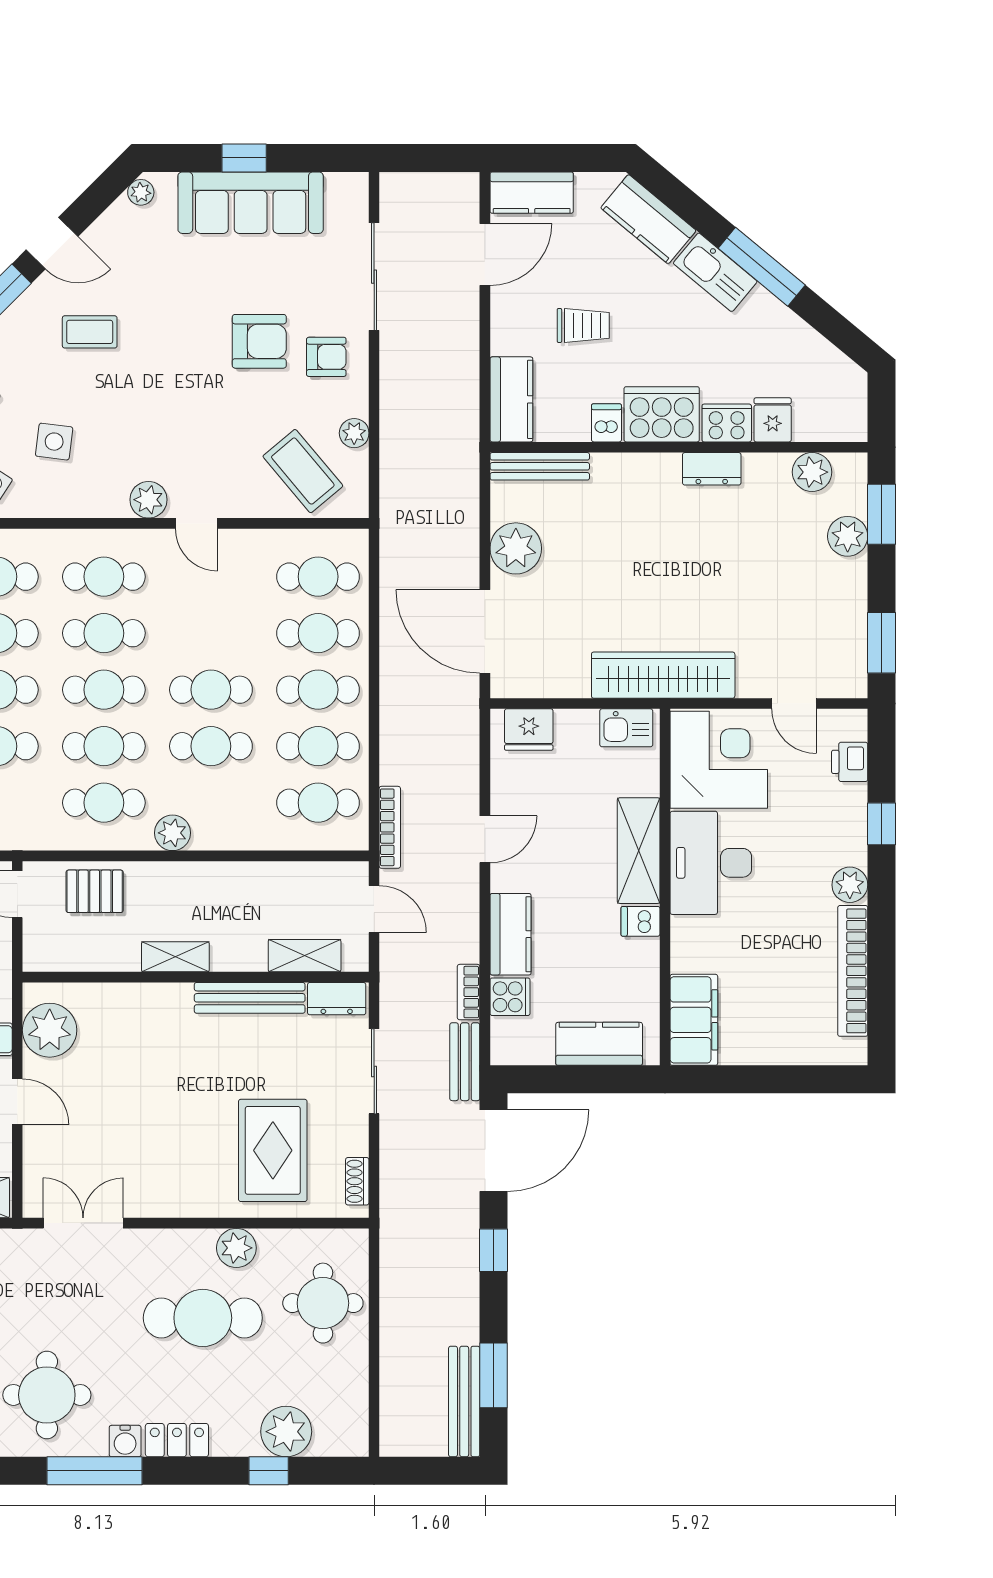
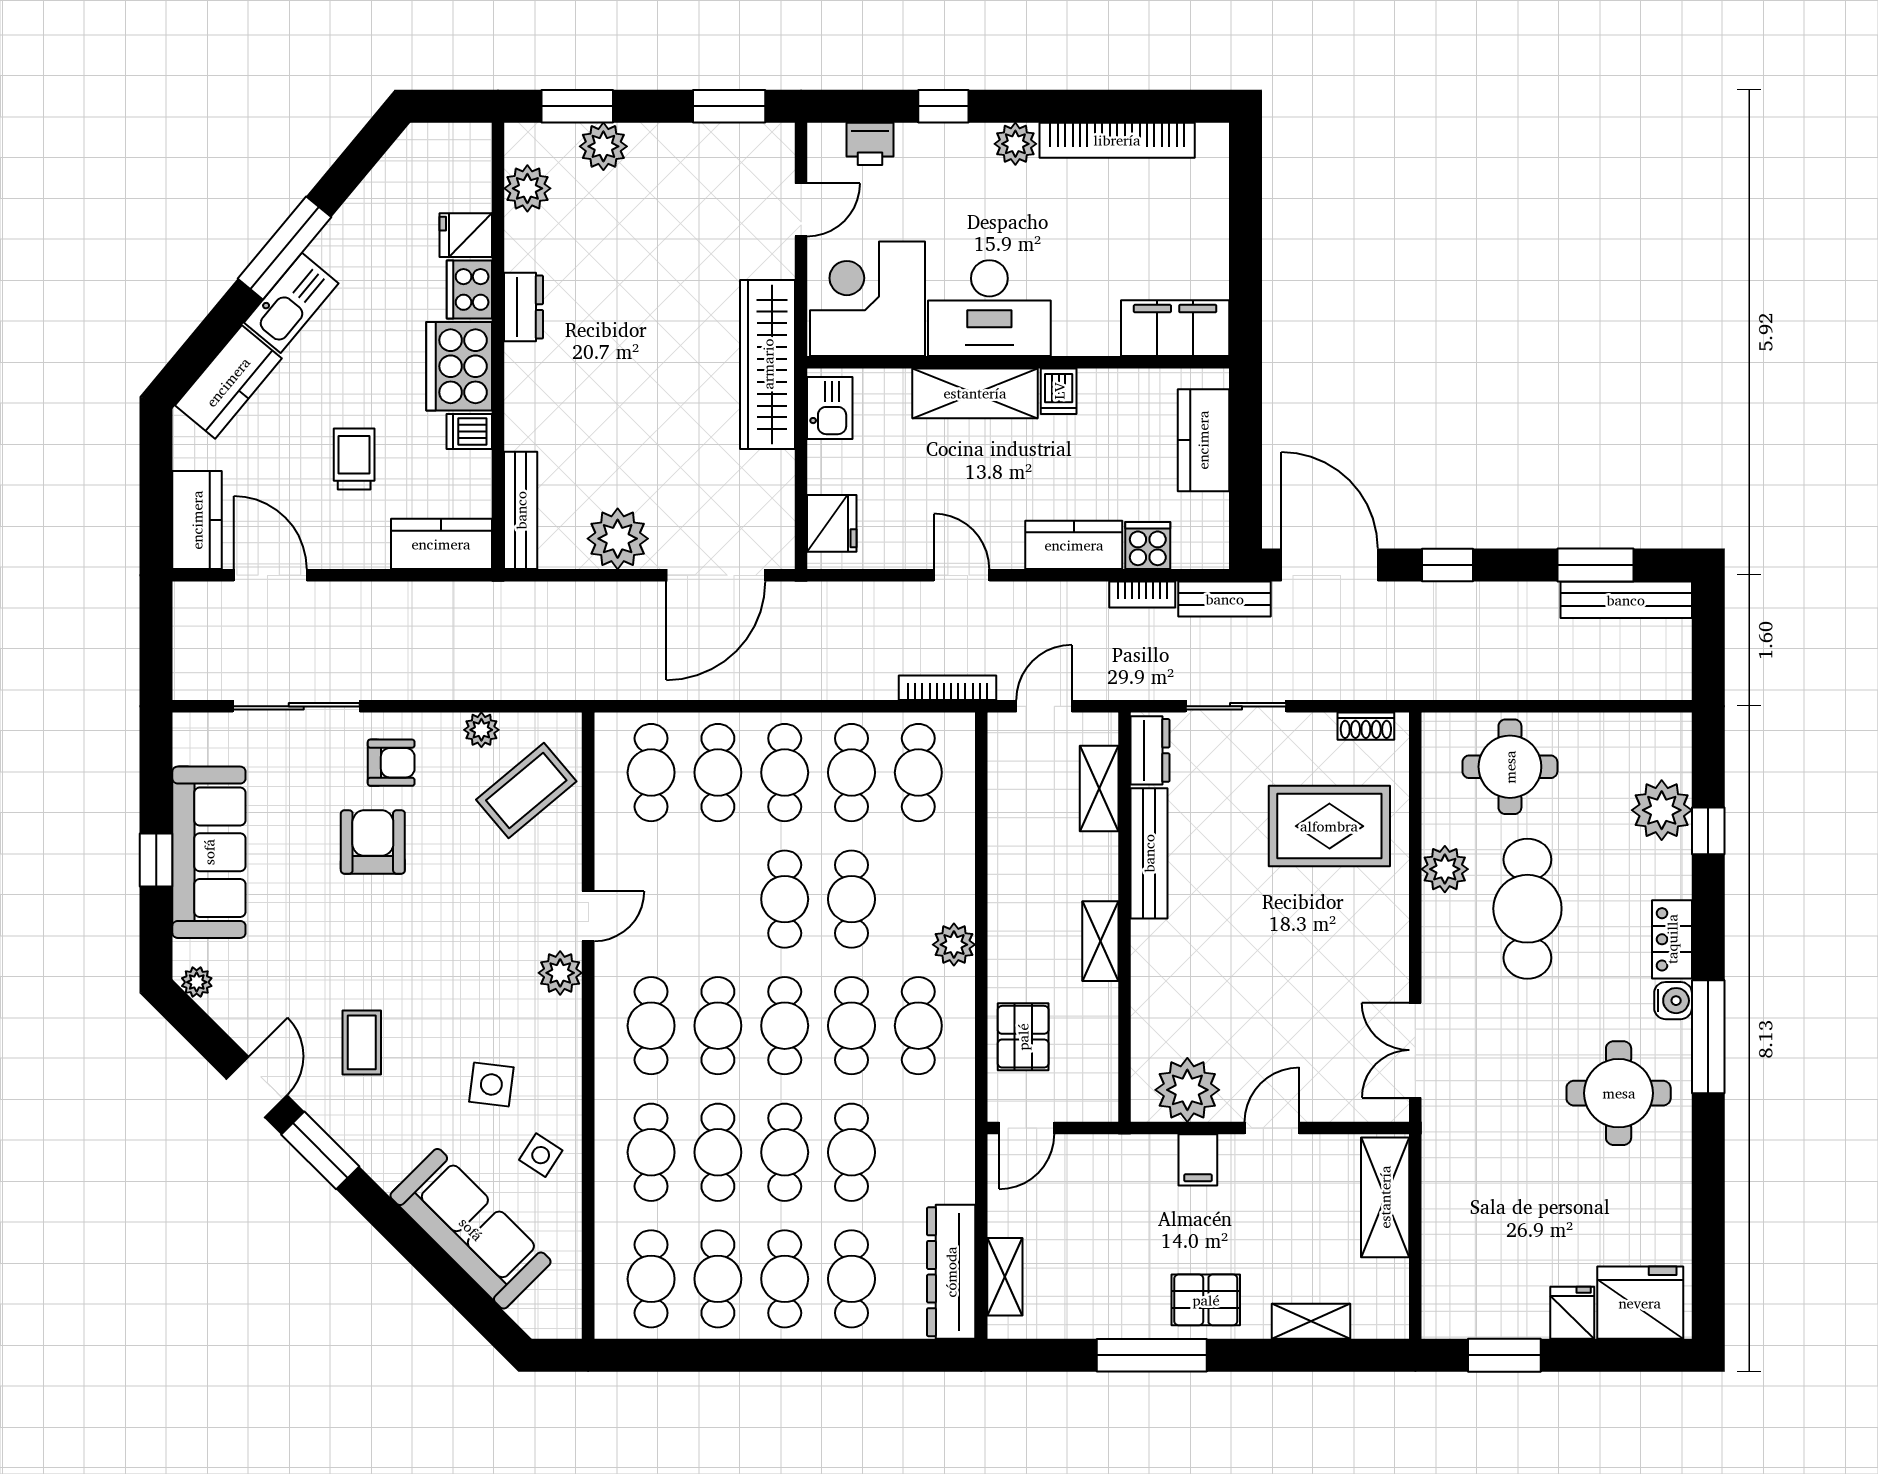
armchair: (326, 357) -> (391, 763), turned 90

